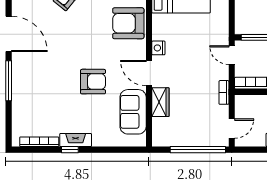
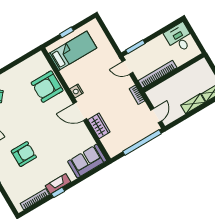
armchair: (93, 82) -> (24, 154), moved
sofa: (133, 112) -> (87, 161), moved, turned 90

